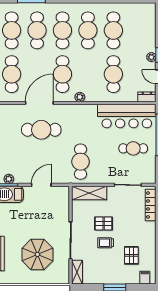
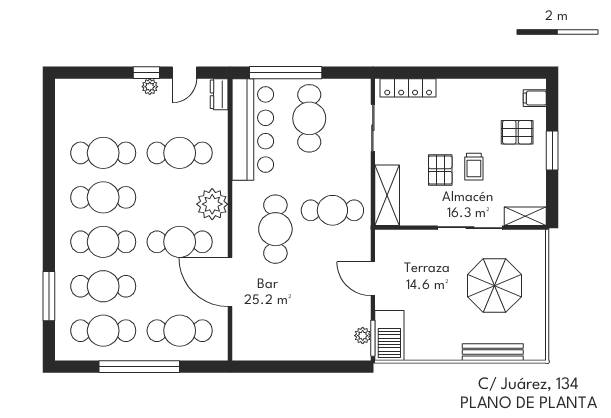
plant: (80, 97) -> (212, 204), width x1.88, depth x1.88
cafe table: (41, 130) -> (275, 229), moved
cafe table: (133, 148) -> (309, 118), width x1.37, depth x1.35
pallet: (131, 255) -> (517, 132), moved

